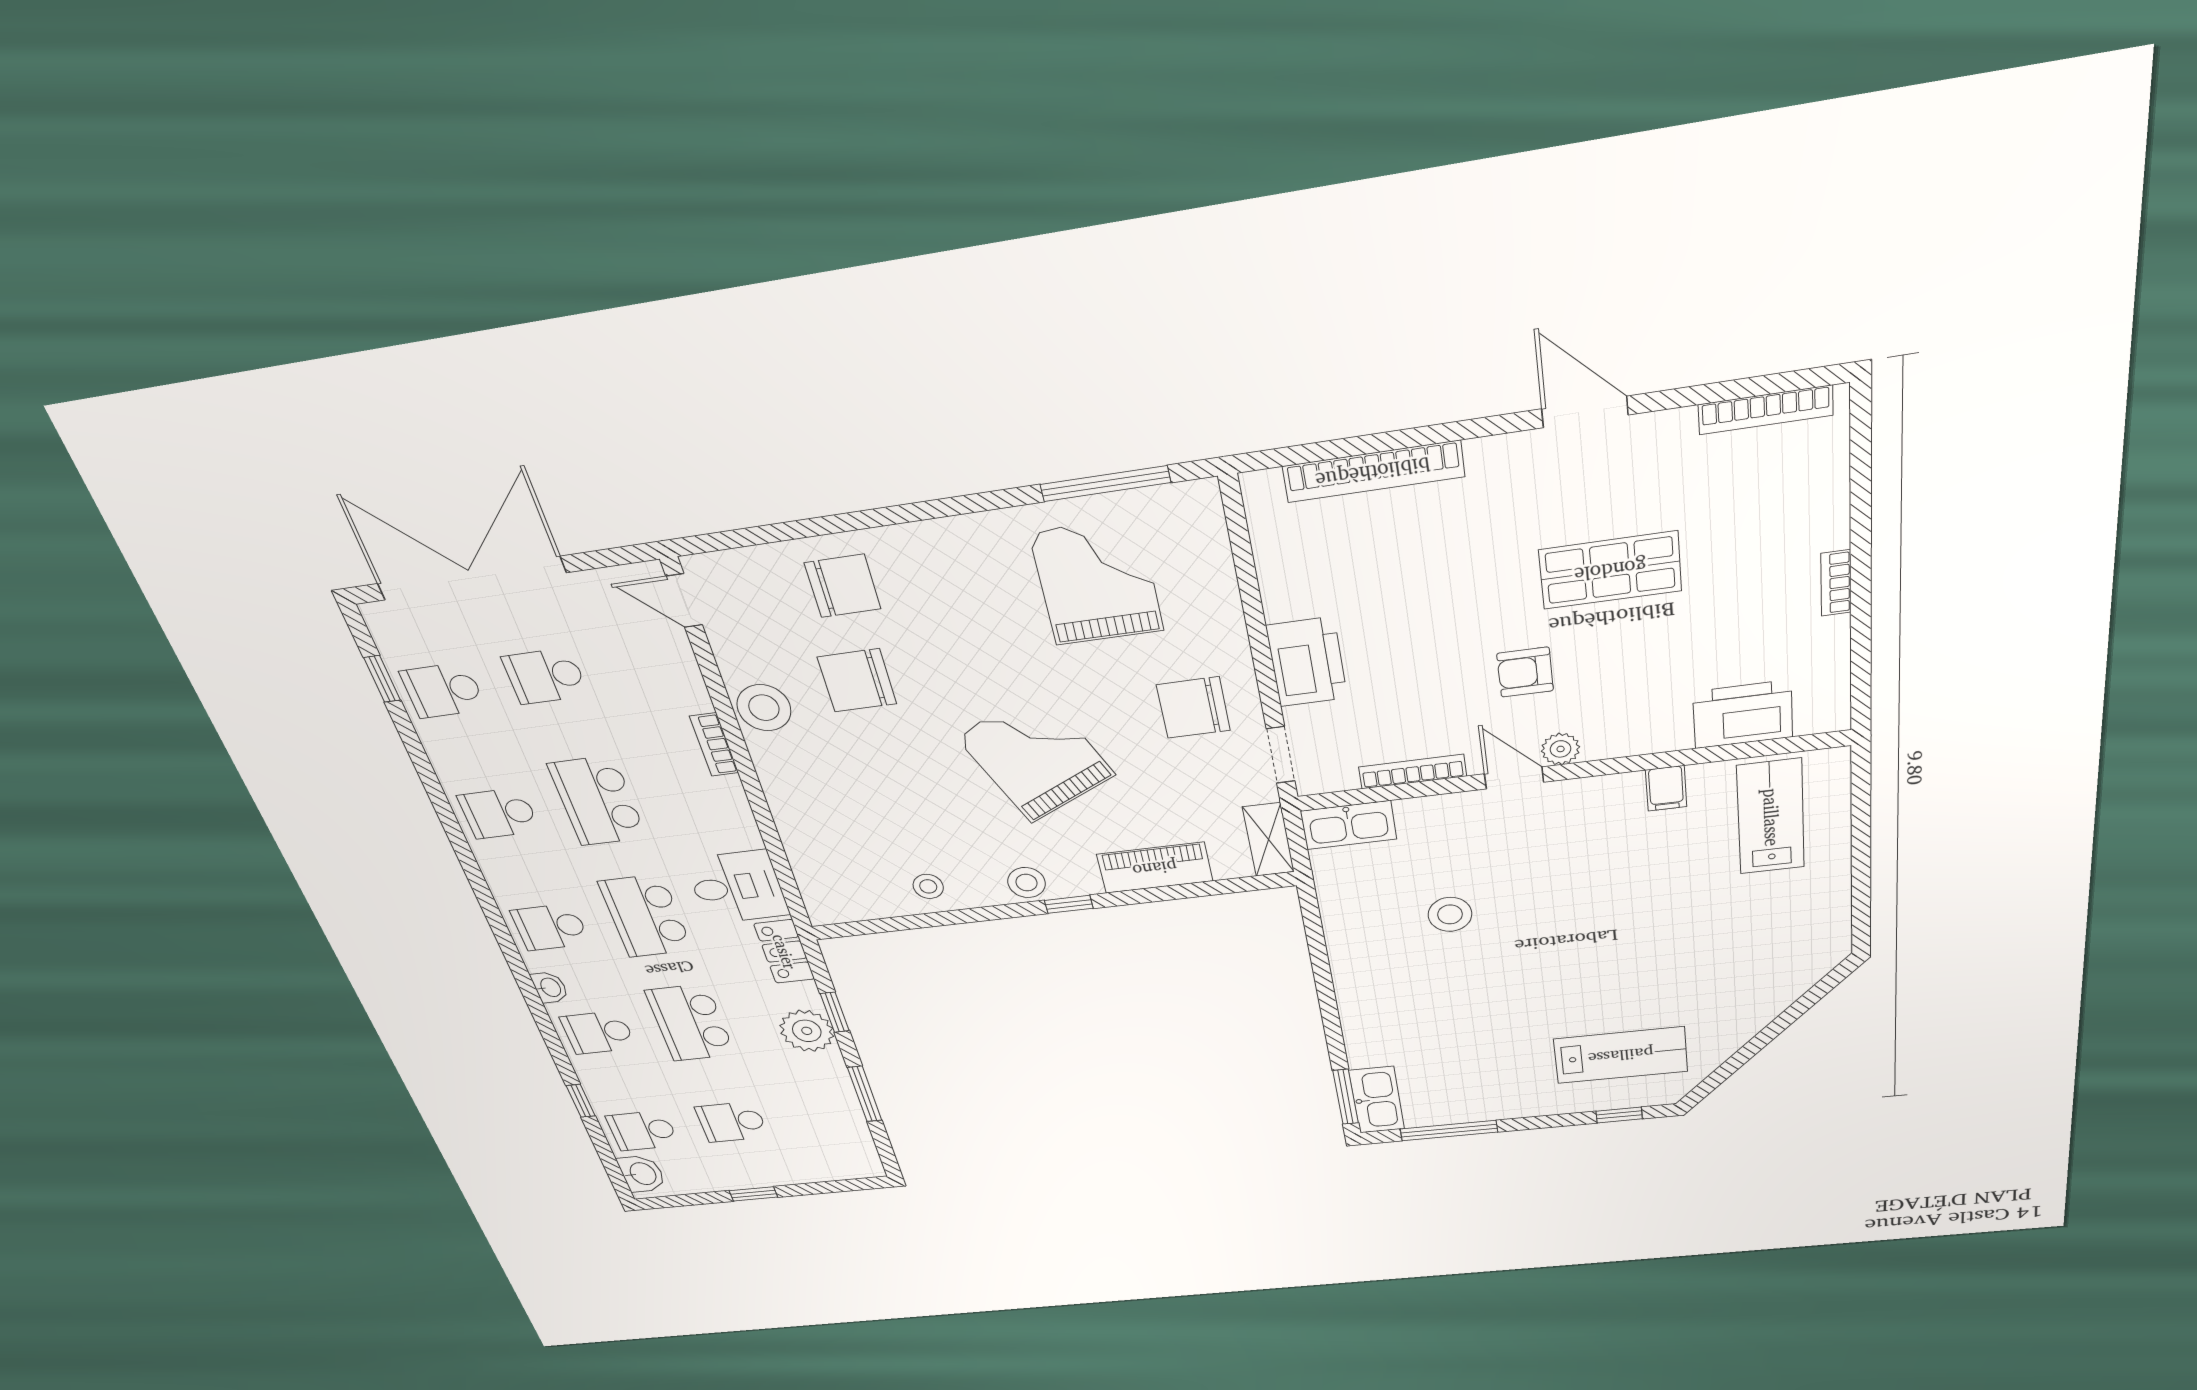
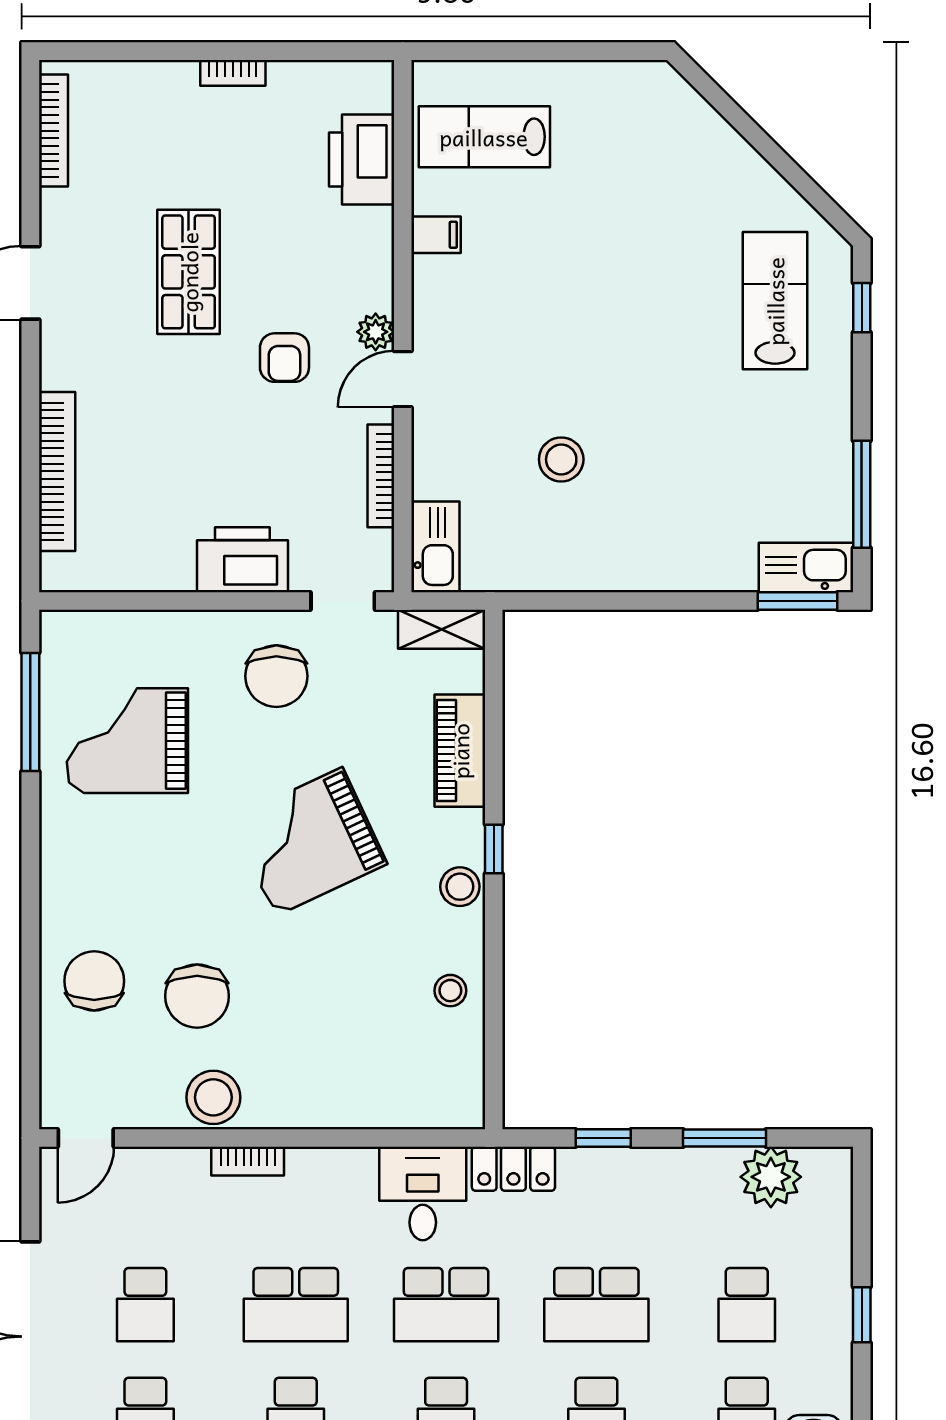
plant: (807, 1031) -> (771, 1177), moved

